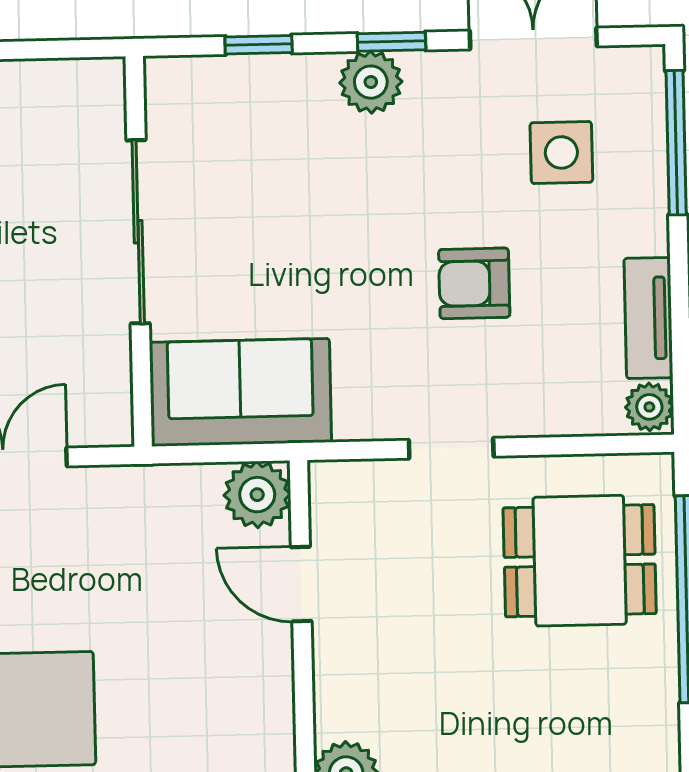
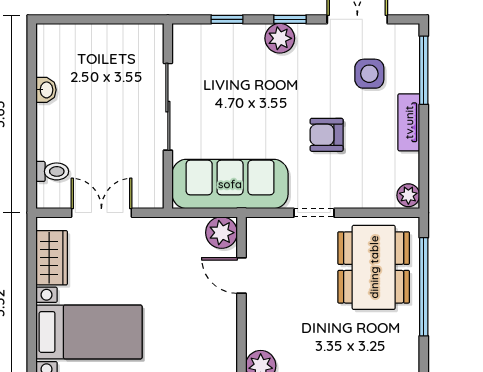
tv unit: (648, 318) -> (409, 122), moved
sofa: (240, 392) -> (230, 184), width x1.36
dining table: (580, 561) -> (374, 267), width x1.38

